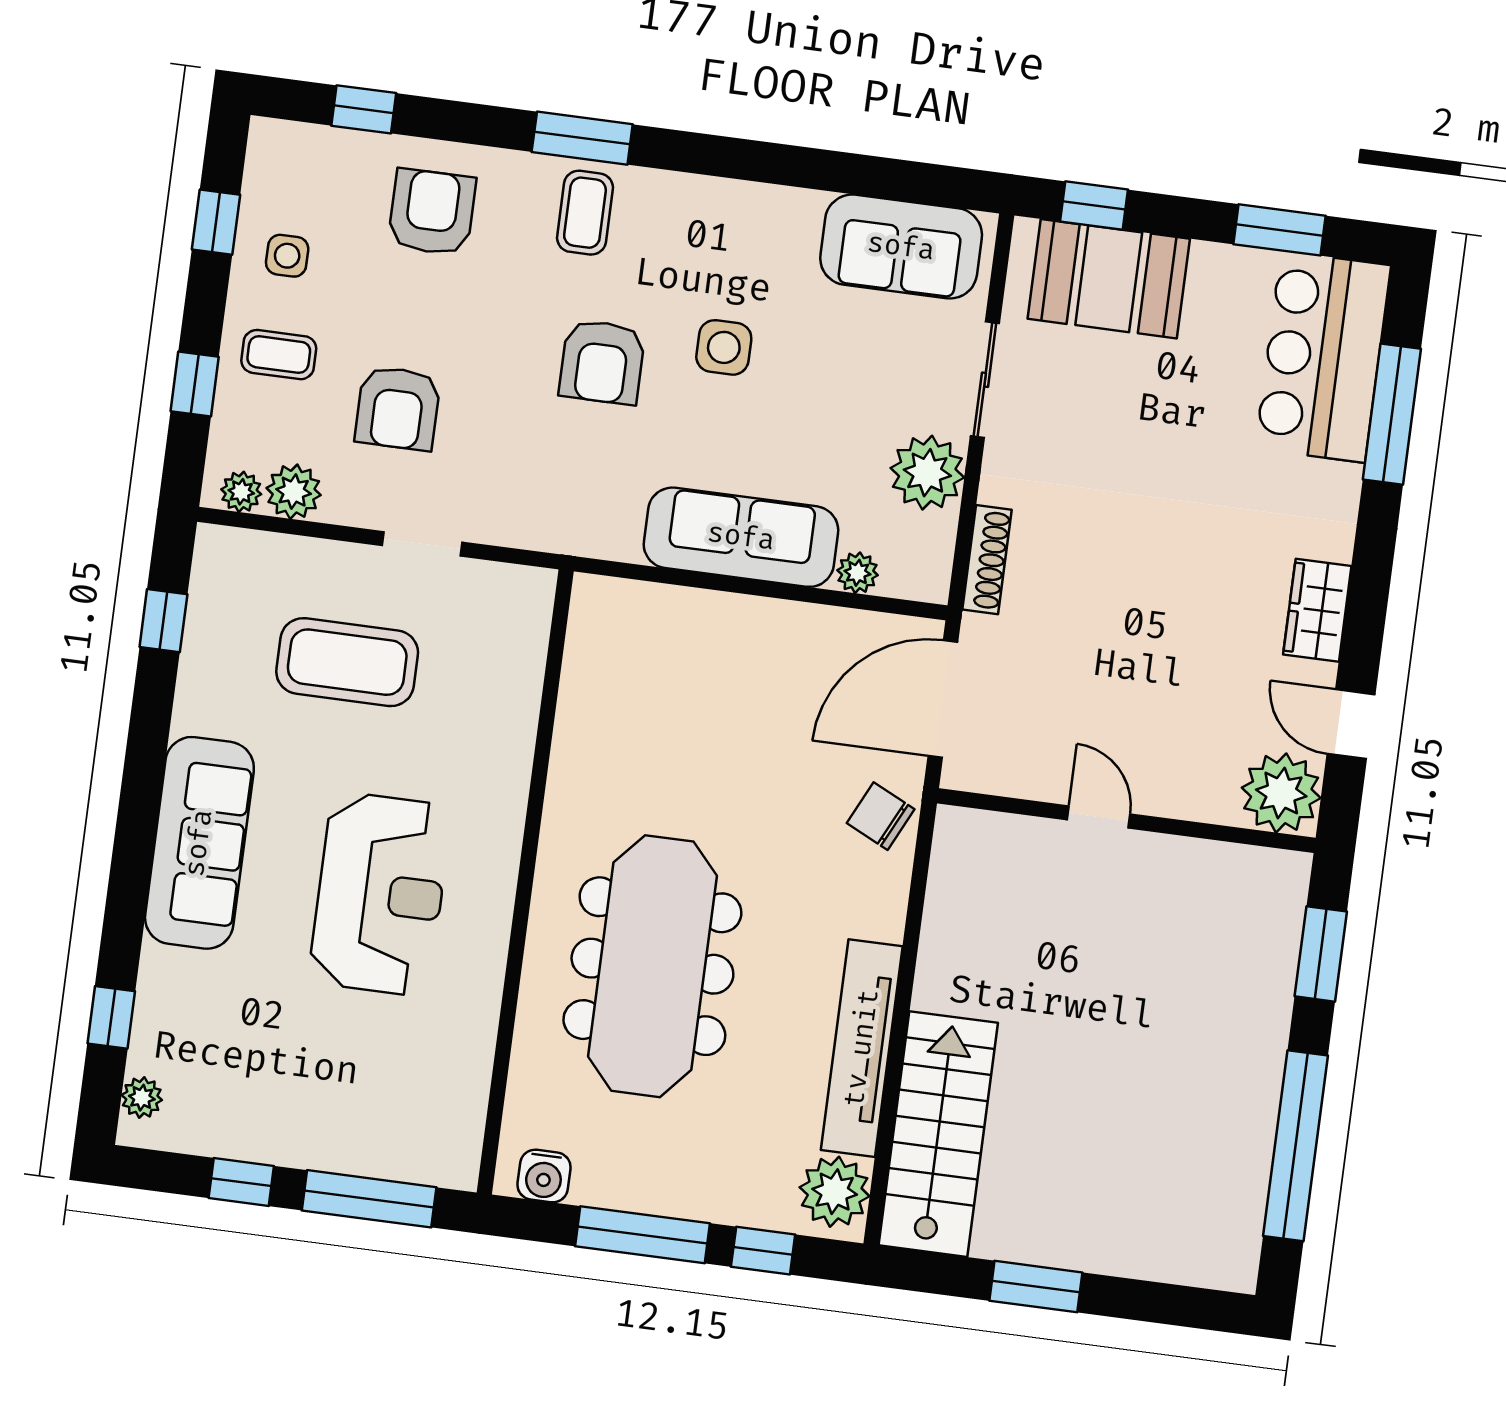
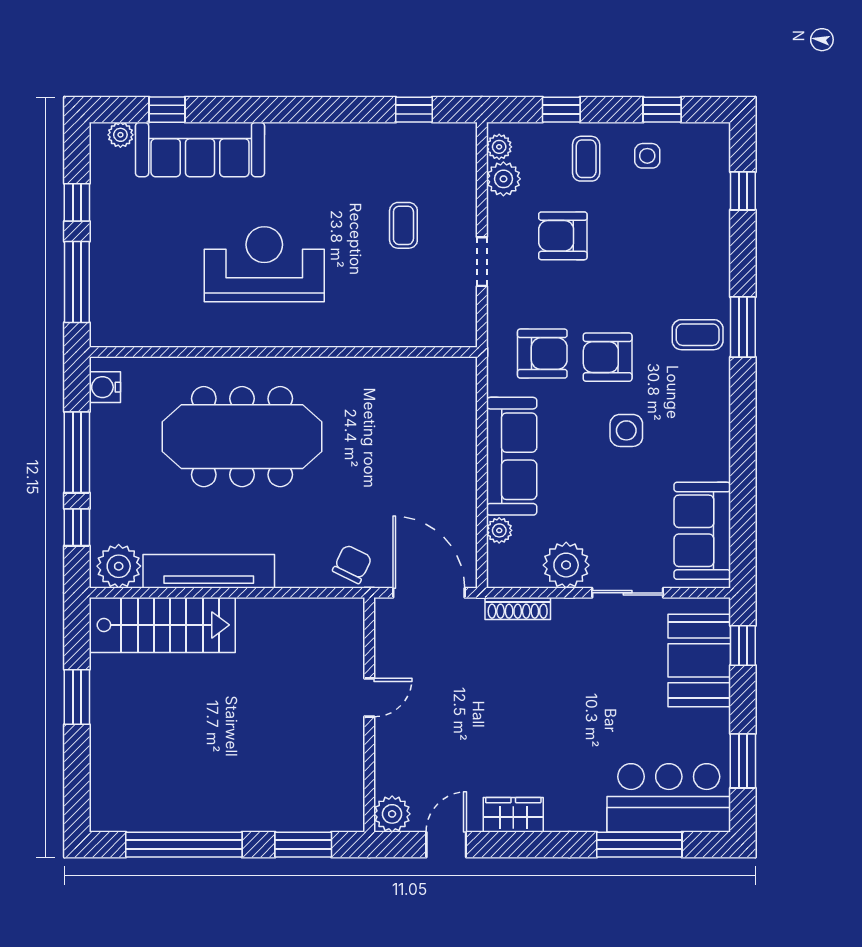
armchair: (432, 212) -> (542, 354), moved
coffee table: (347, 662) -> (403, 225), width x0.54, depth x0.58
plant: (1281, 793) -> (392, 814), width x0.73, depth x0.73
sofa: (199, 843) -> (200, 149), moved
reception desk: (380, 894) -> (264, 264), turned 180

